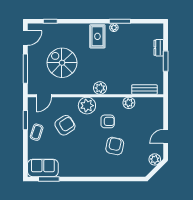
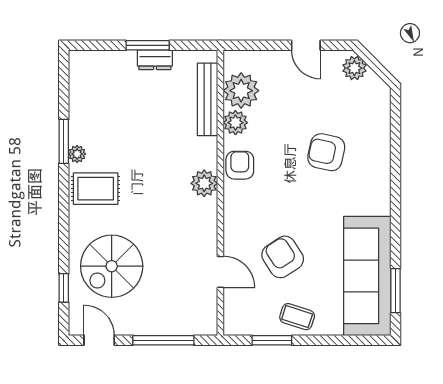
dresser: (159, 48) -> (155, 60), moved
spiral stairs: (62, 63) -> (112, 266), moved
bench: (144, 90) -> (208, 99), width x1.36
door: (44, 96) -> (220, 272), moved
plant: (87, 106) -> (241, 91), moved
armchair: (108, 121) -> (240, 165), moved
sofa: (43, 168) -> (367, 276), width x1.85, depth x1.27

